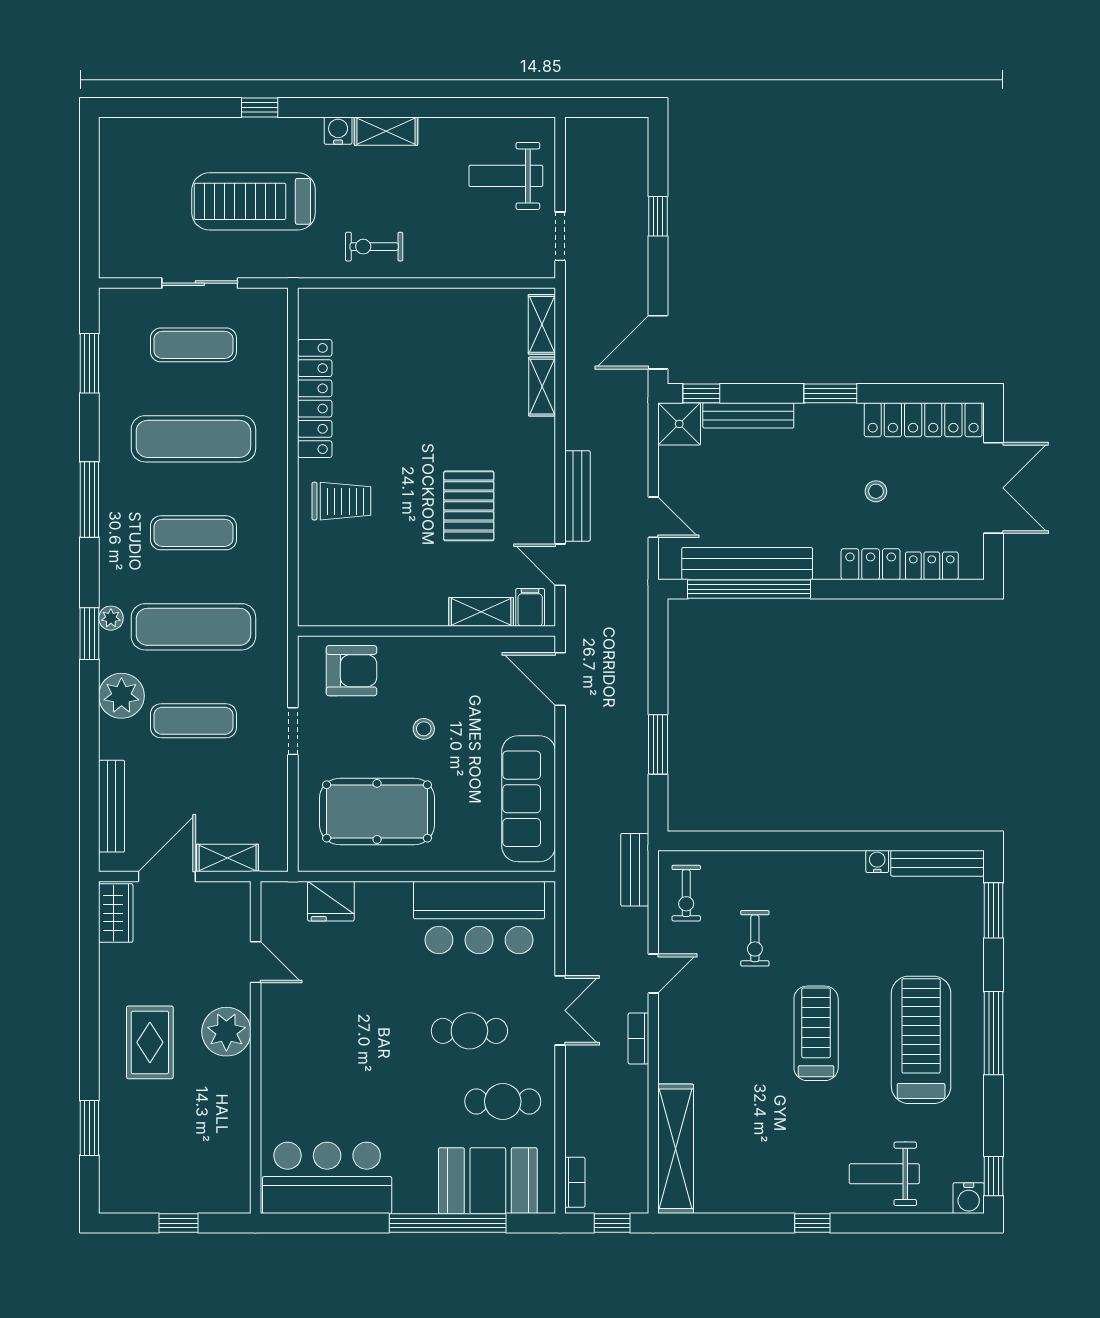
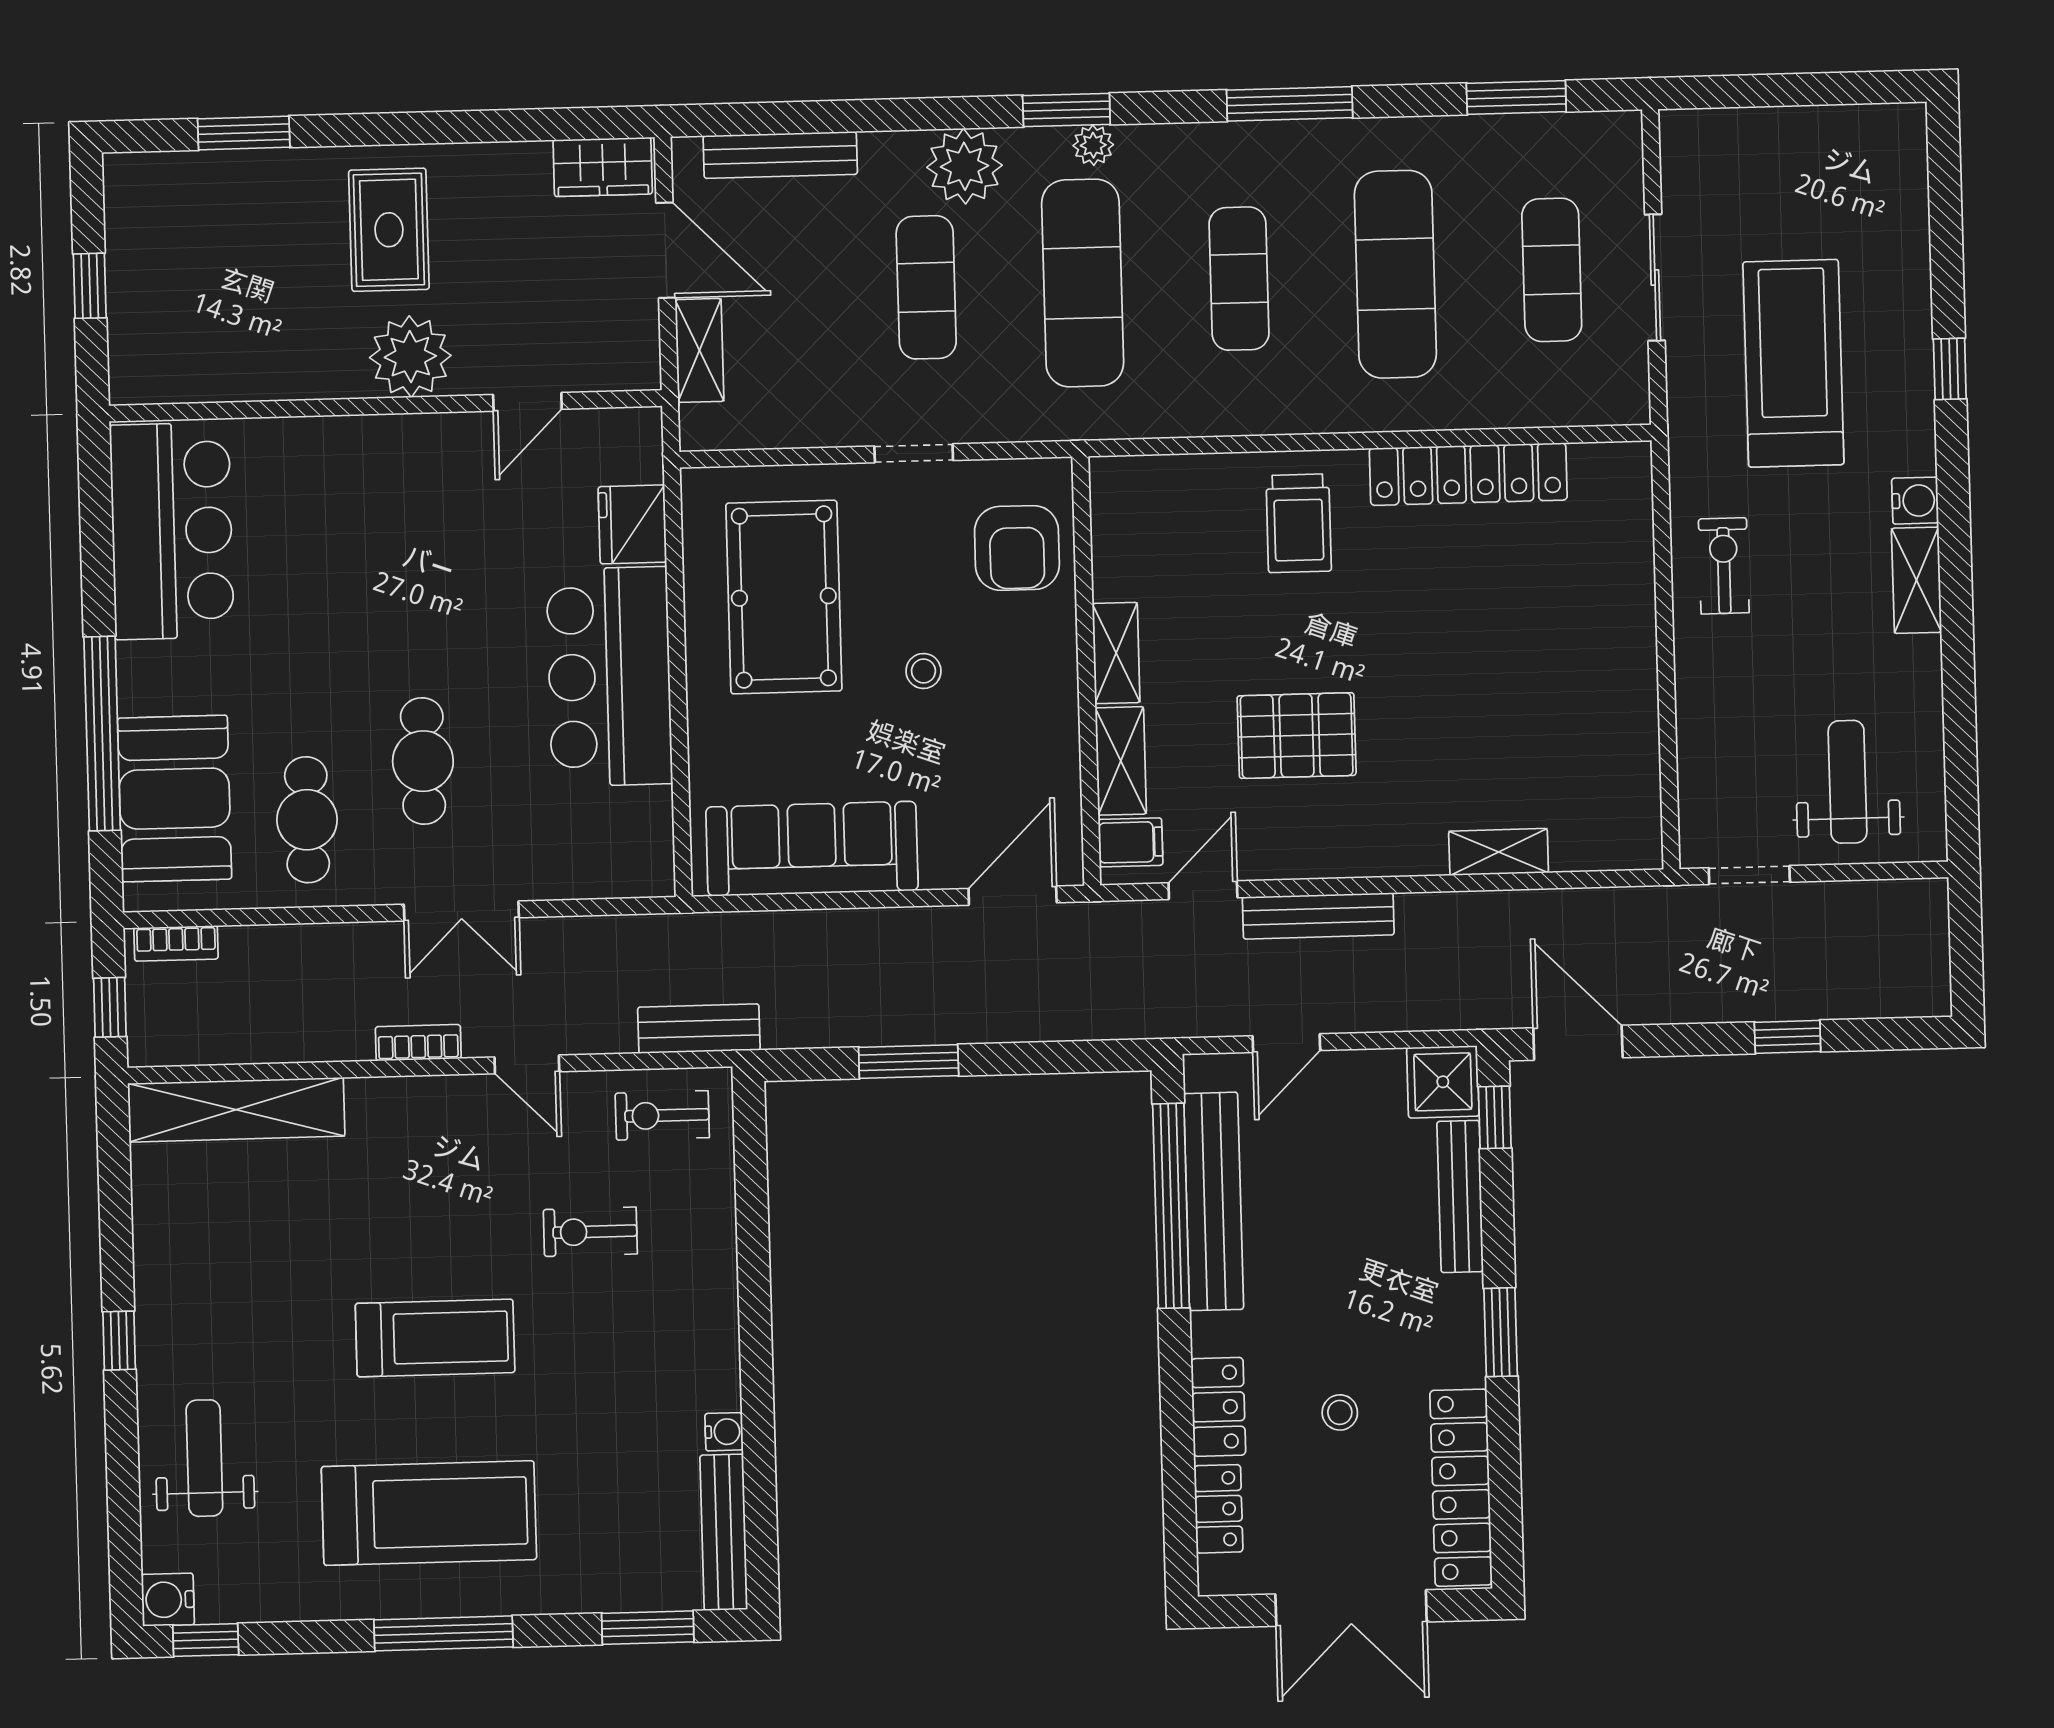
shelving: (542, 324) -> (1116, 653), moved, turned 90
bar counter: (479, 918) -> (609, 677), moved
rug: (150, 1042) -> (389, 230), turned 90

